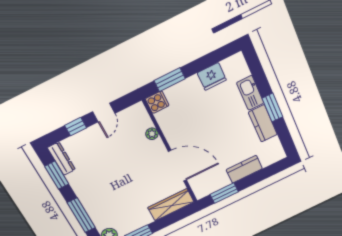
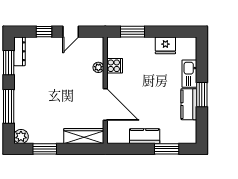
cooker: (157, 102) -> (115, 66), moved
kitchen counter: (244, 169) -> (145, 136), moved
window: (224, 193) -> (167, 149), moved

